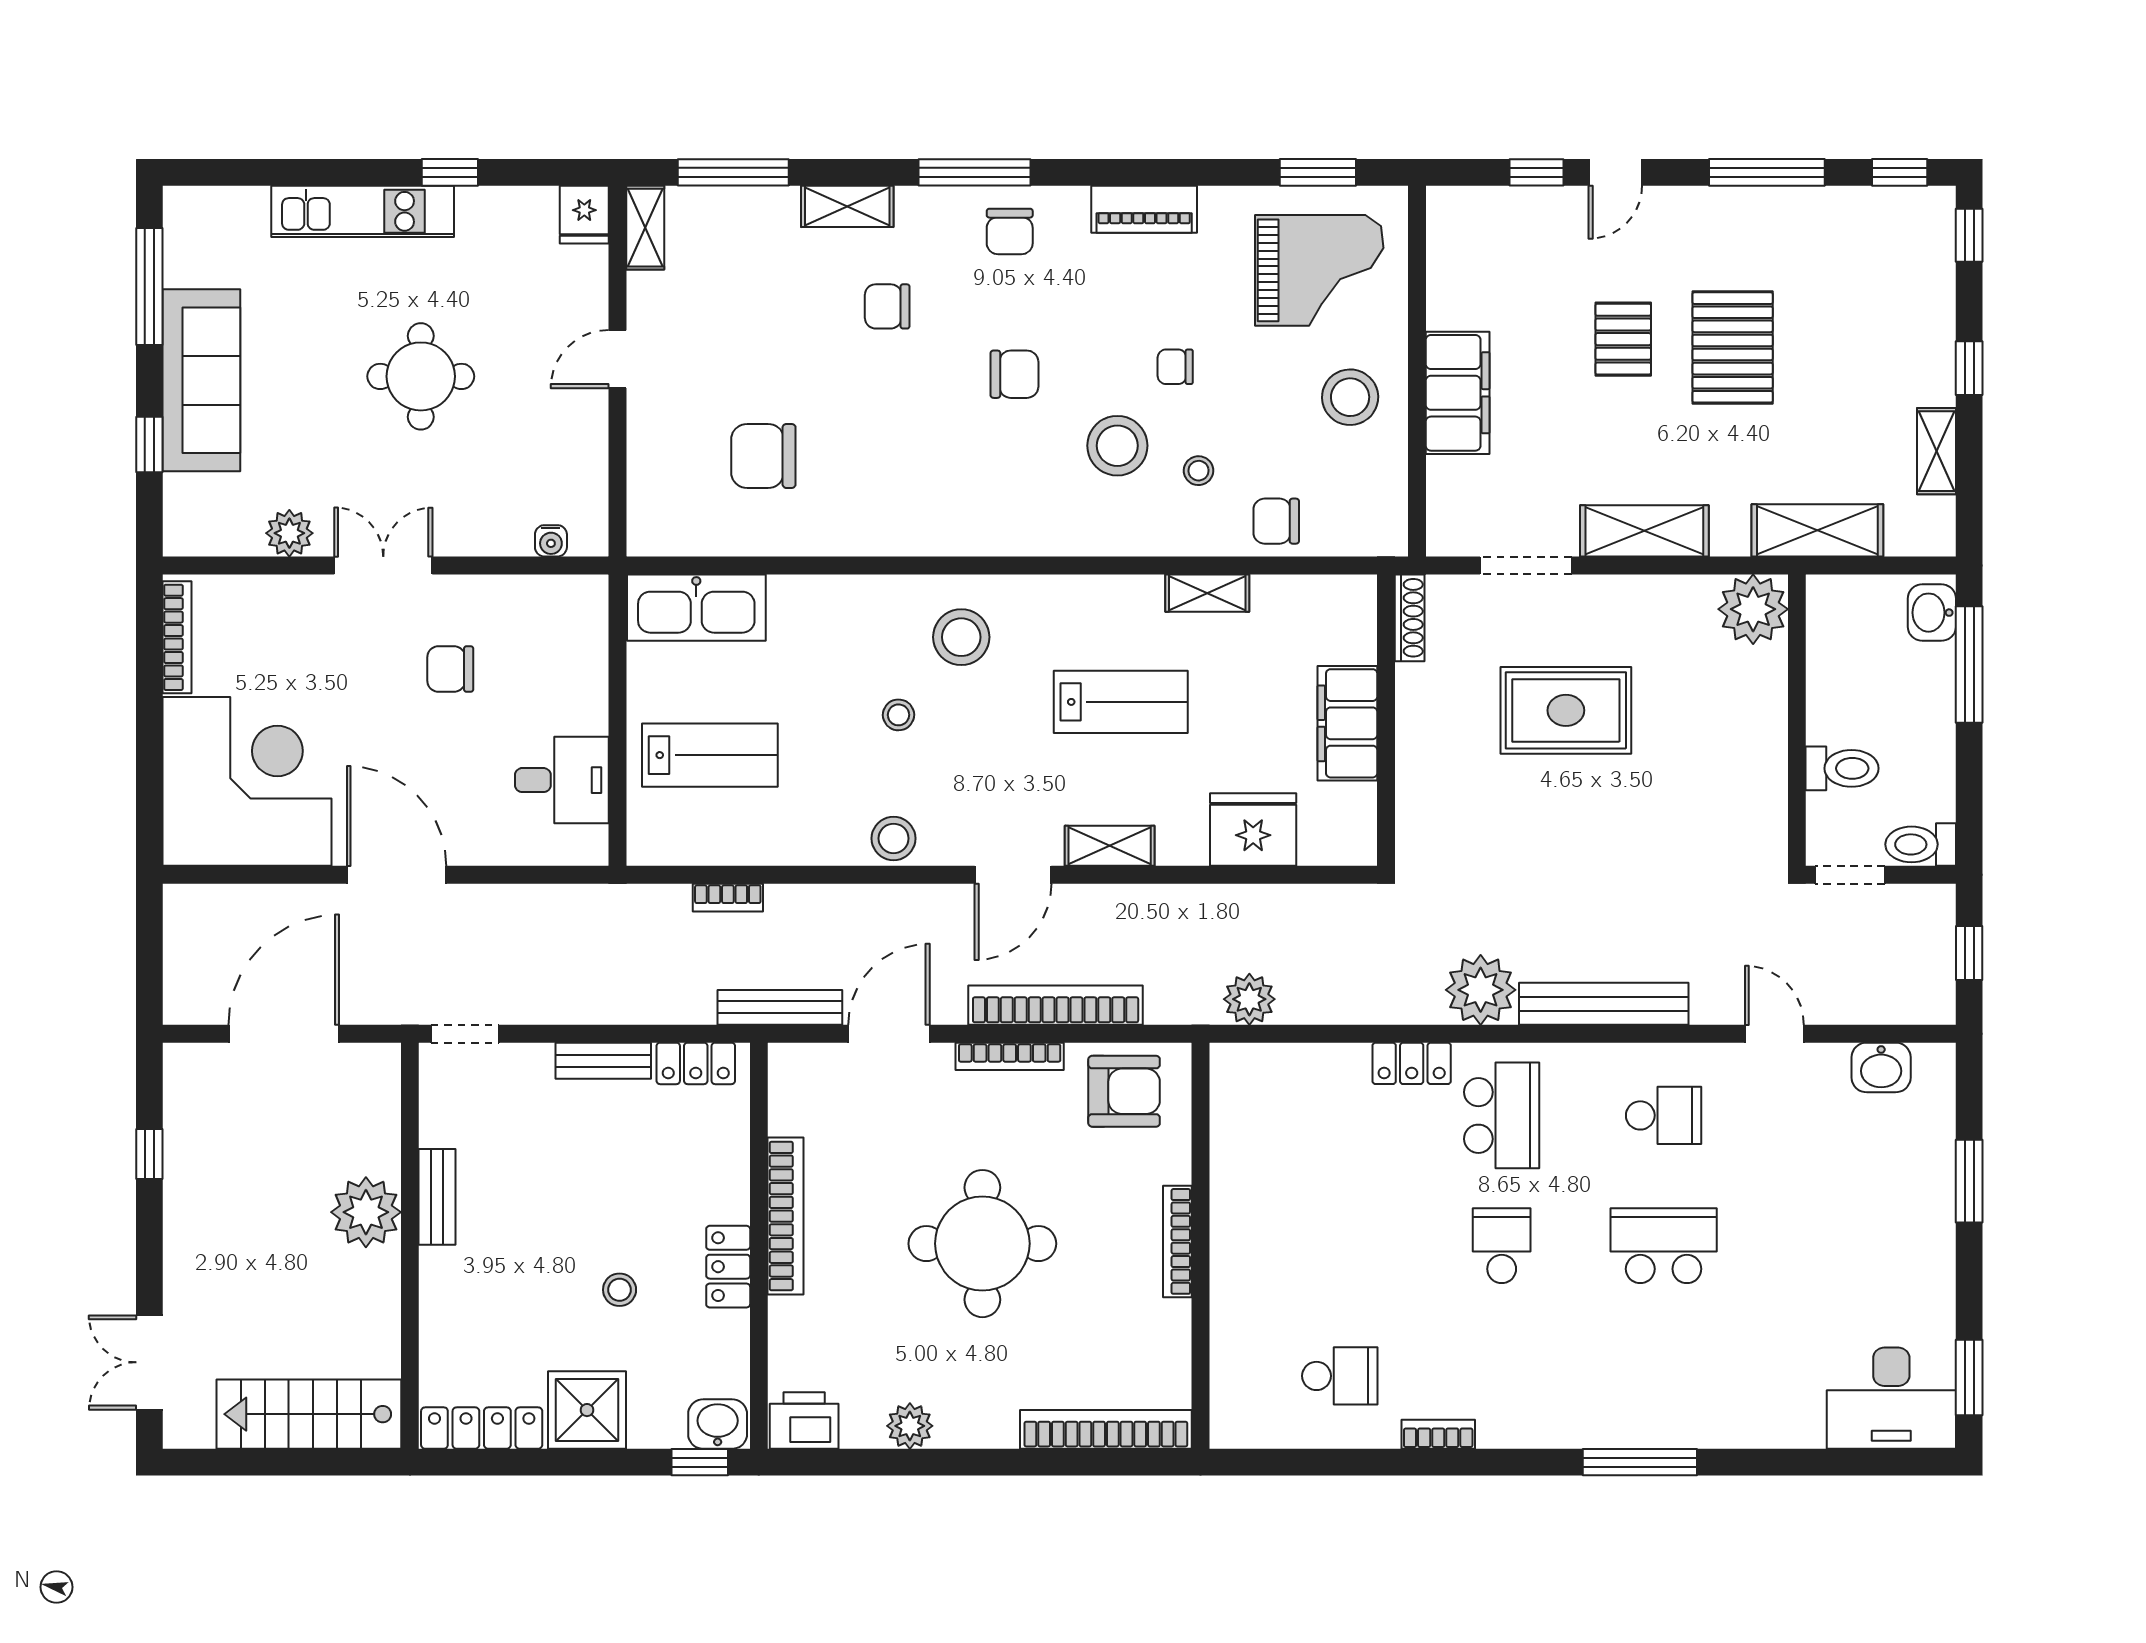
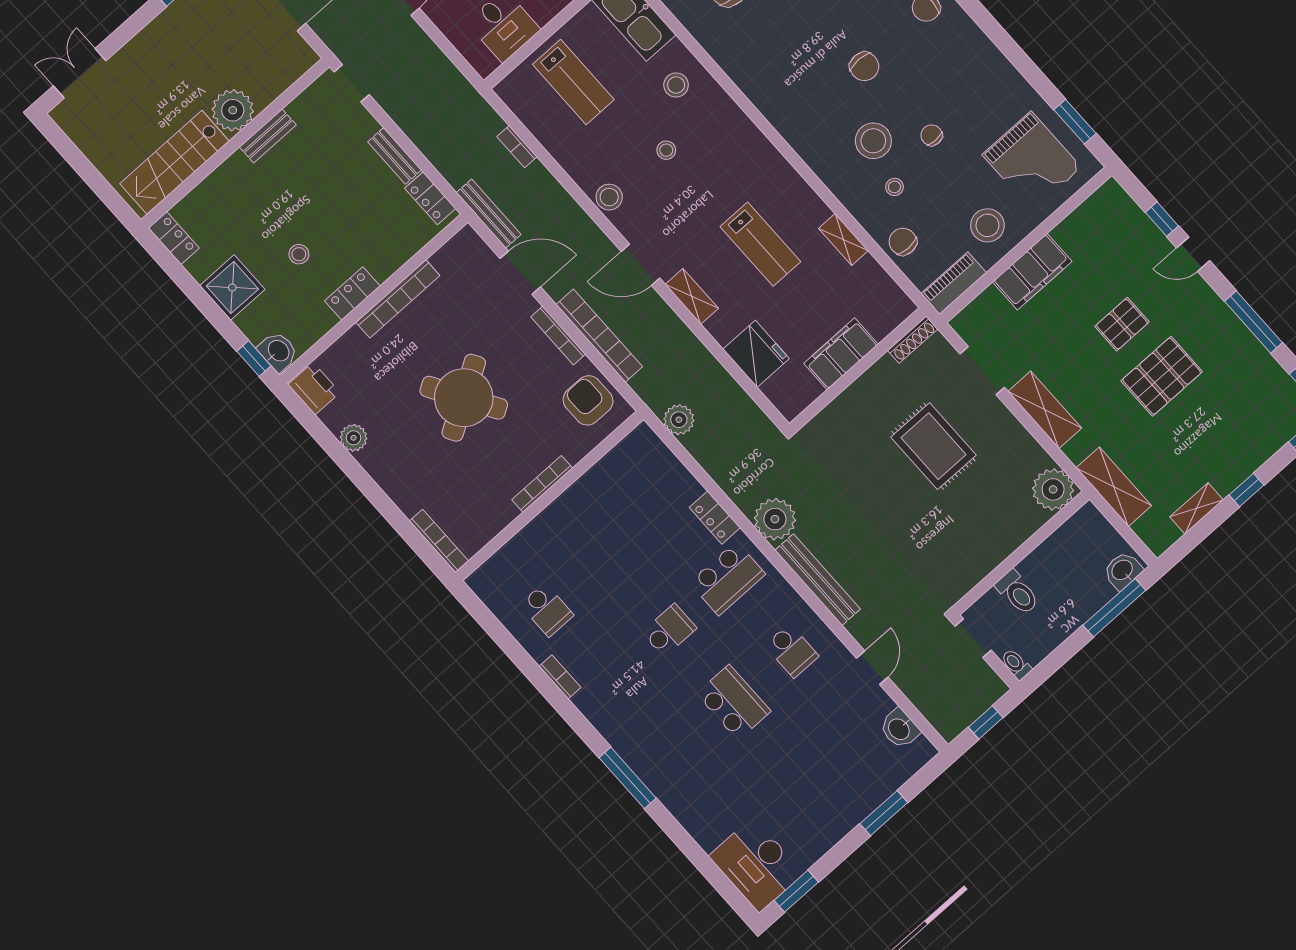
piano: (1144, 209) -> (954, 283), moved, turned 90
stool: (961, 637) -> (676, 85), moved, width x0.73, depth x0.73
toilet: (1921, 844) -> (1016, 664), width x0.73, depth x0.72
armchair: (1124, 1091) -> (588, 400), turned 180
round table: (982, 1244) -> (464, 398), turned -31
stairs: (309, 1414) -> (174, 162), moved, turned -90
locker: (482, 1428) -> (174, 238), width x0.66
bookcase: (1106, 1429) -> (439, 541), width x0.68, depth x0.76

